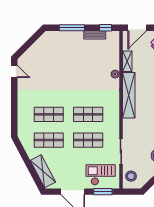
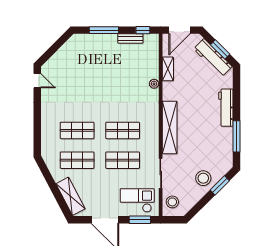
shelving: (129, 95) -> (170, 128), moved

